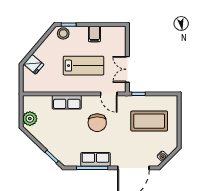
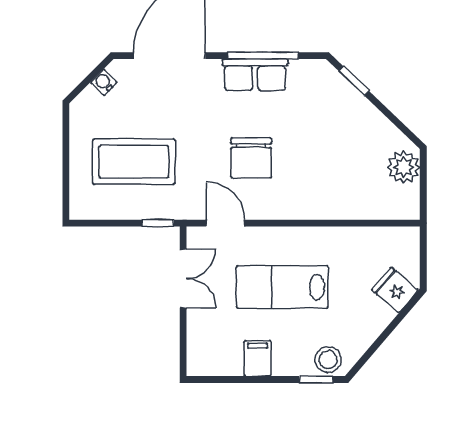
row of seats: (67, 102) -> (320, 204), removed
chair: (97, 123) -> (251, 158), turned 180

